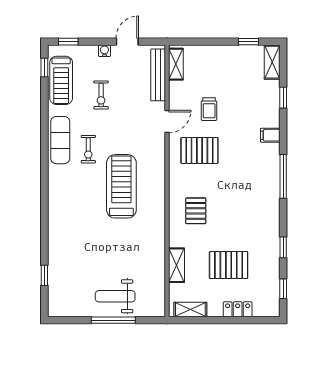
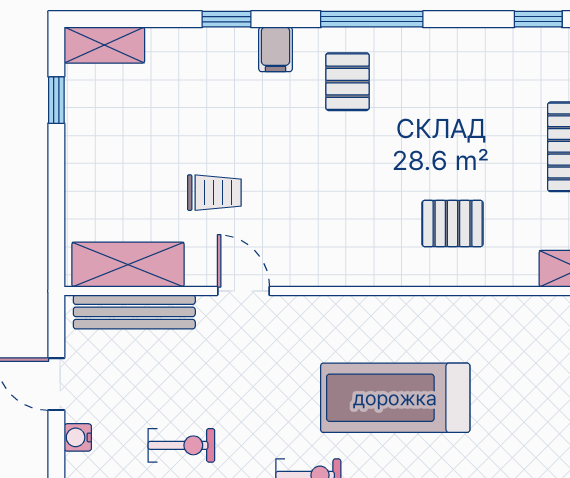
shelving: (176, 64) -> (128, 265), width x1.50, depth x1.33
window: (283, 98) -> (226, 19), moved
pallet: (199, 150) -> (347, 82), moved, width x0.67, depth x0.71

